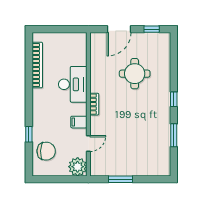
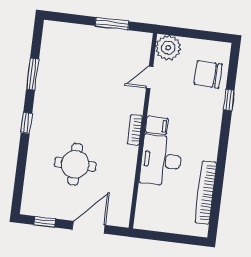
filing cabinet: (79, 122) -> (157, 125), moved

